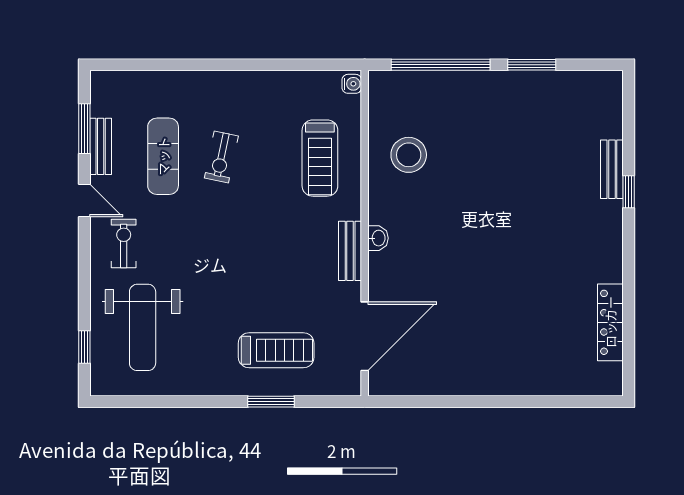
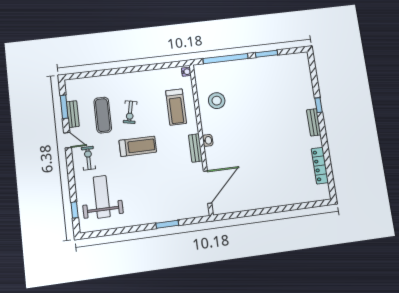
bench: (612, 169) -> (314, 122), moved
weight bench: (143, 327) -> (102, 197), turned 180
treadmill: (276, 350) -> (138, 146), moved

